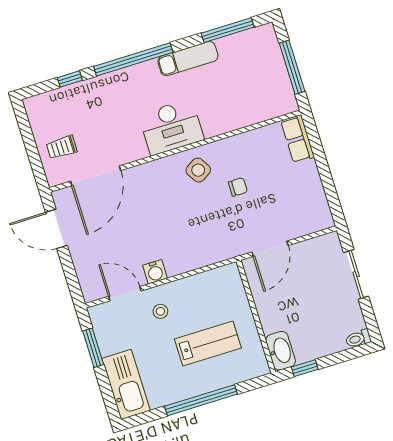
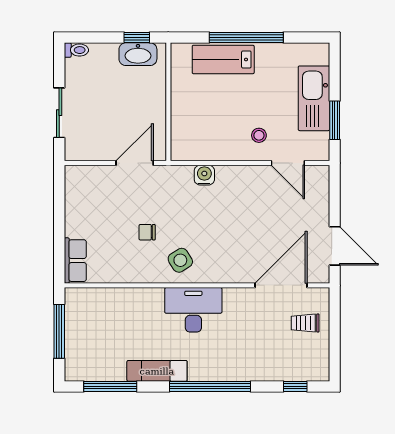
window: (70, 79) -> (295, 386), moved
trolley: (62, 147) -> (305, 323), turned 180
water cooler: (155, 272) -> (204, 175), moved
lab bench: (208, 344) -> (223, 59), moved
washbasin: (281, 351) -> (138, 54), moved, turned -90
kitchen sink: (126, 384) -> (314, 98), moved

